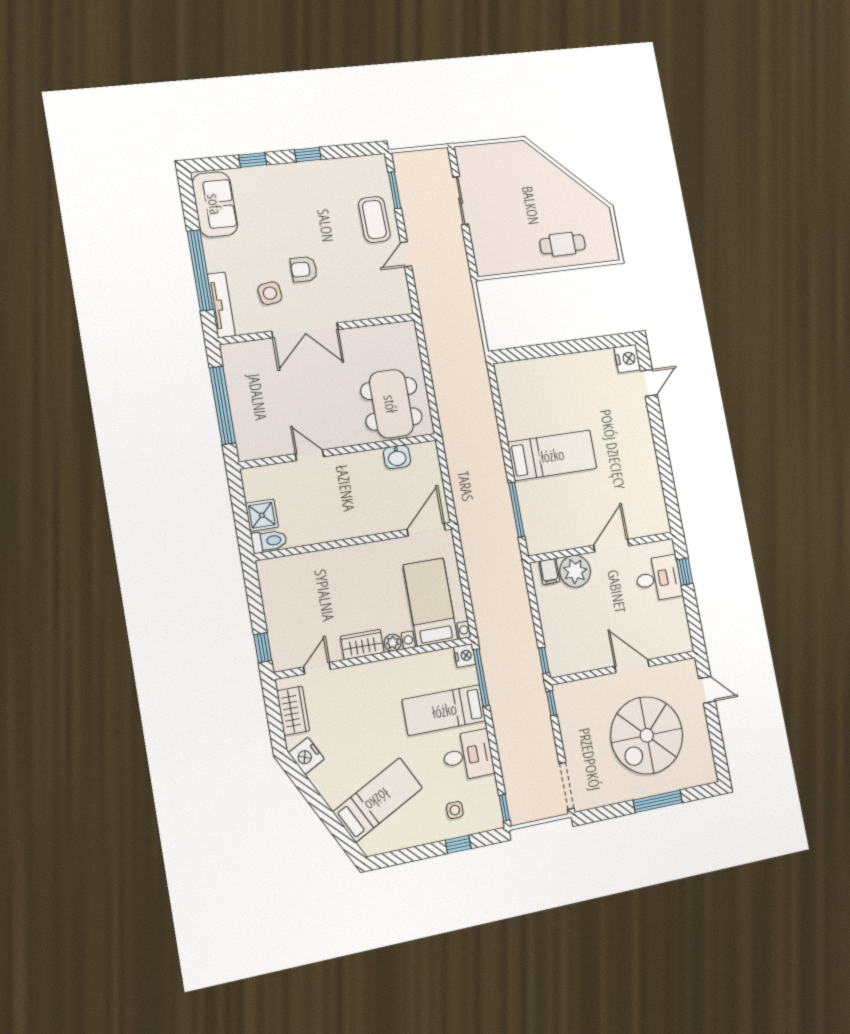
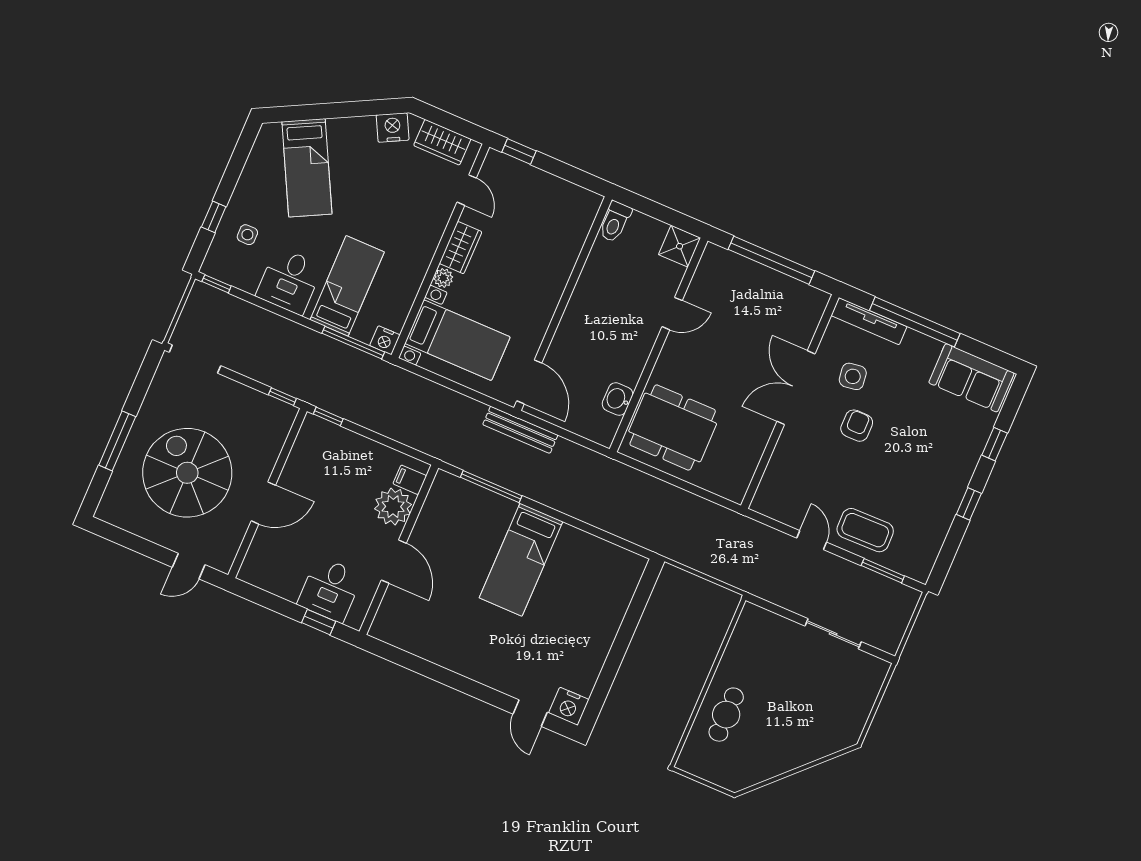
bench: (464, 514) -> (520, 430), added
shower: (262, 515) -> (680, 246), moved

